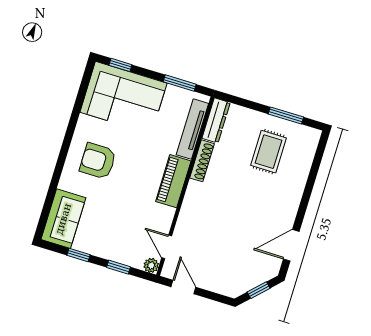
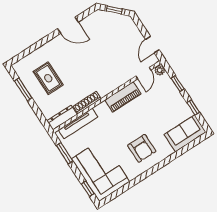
rug: (268, 152) -> (48, 78), turned 90
piano: (173, 181) -> (123, 97), moved
door: (291, 245) -> (68, 25), moved

